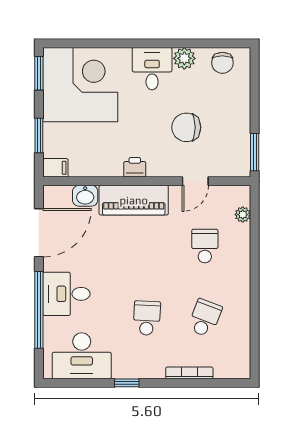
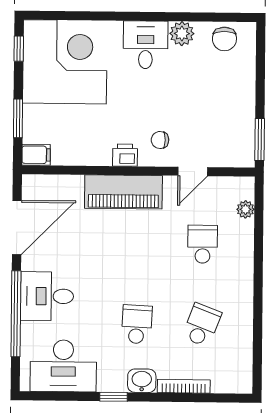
window: (39, 73) -> (19, 49), width x0.67
chair: (186, 127) -> (160, 140), moved, width x0.54, depth x0.54
washbasin: (85, 196) -> (142, 381), moved, turned 180

